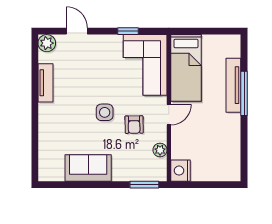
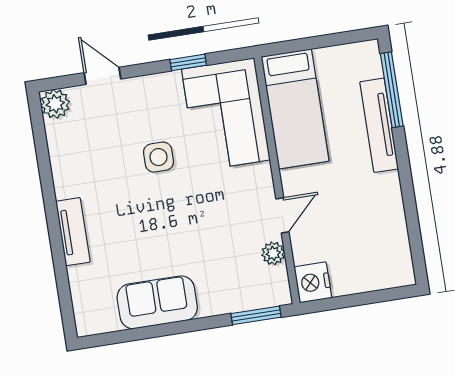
tv unit: (45, 83) -> (73, 232), moved
window: (244, 93) -> (392, 90), moved
side table: (105, 112) -> (158, 157), moved
door: (169, 115) -> (282, 215), moved
armchair: (134, 125) -> (223, 217), removed

